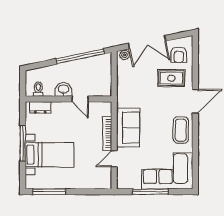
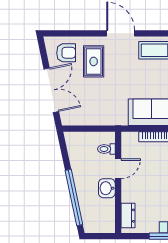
plant: (125, 55) -> (66, 116), removed
window: (80, 56) -> (74, 198), moved
toilet: (38, 89) -> (106, 149), moved

